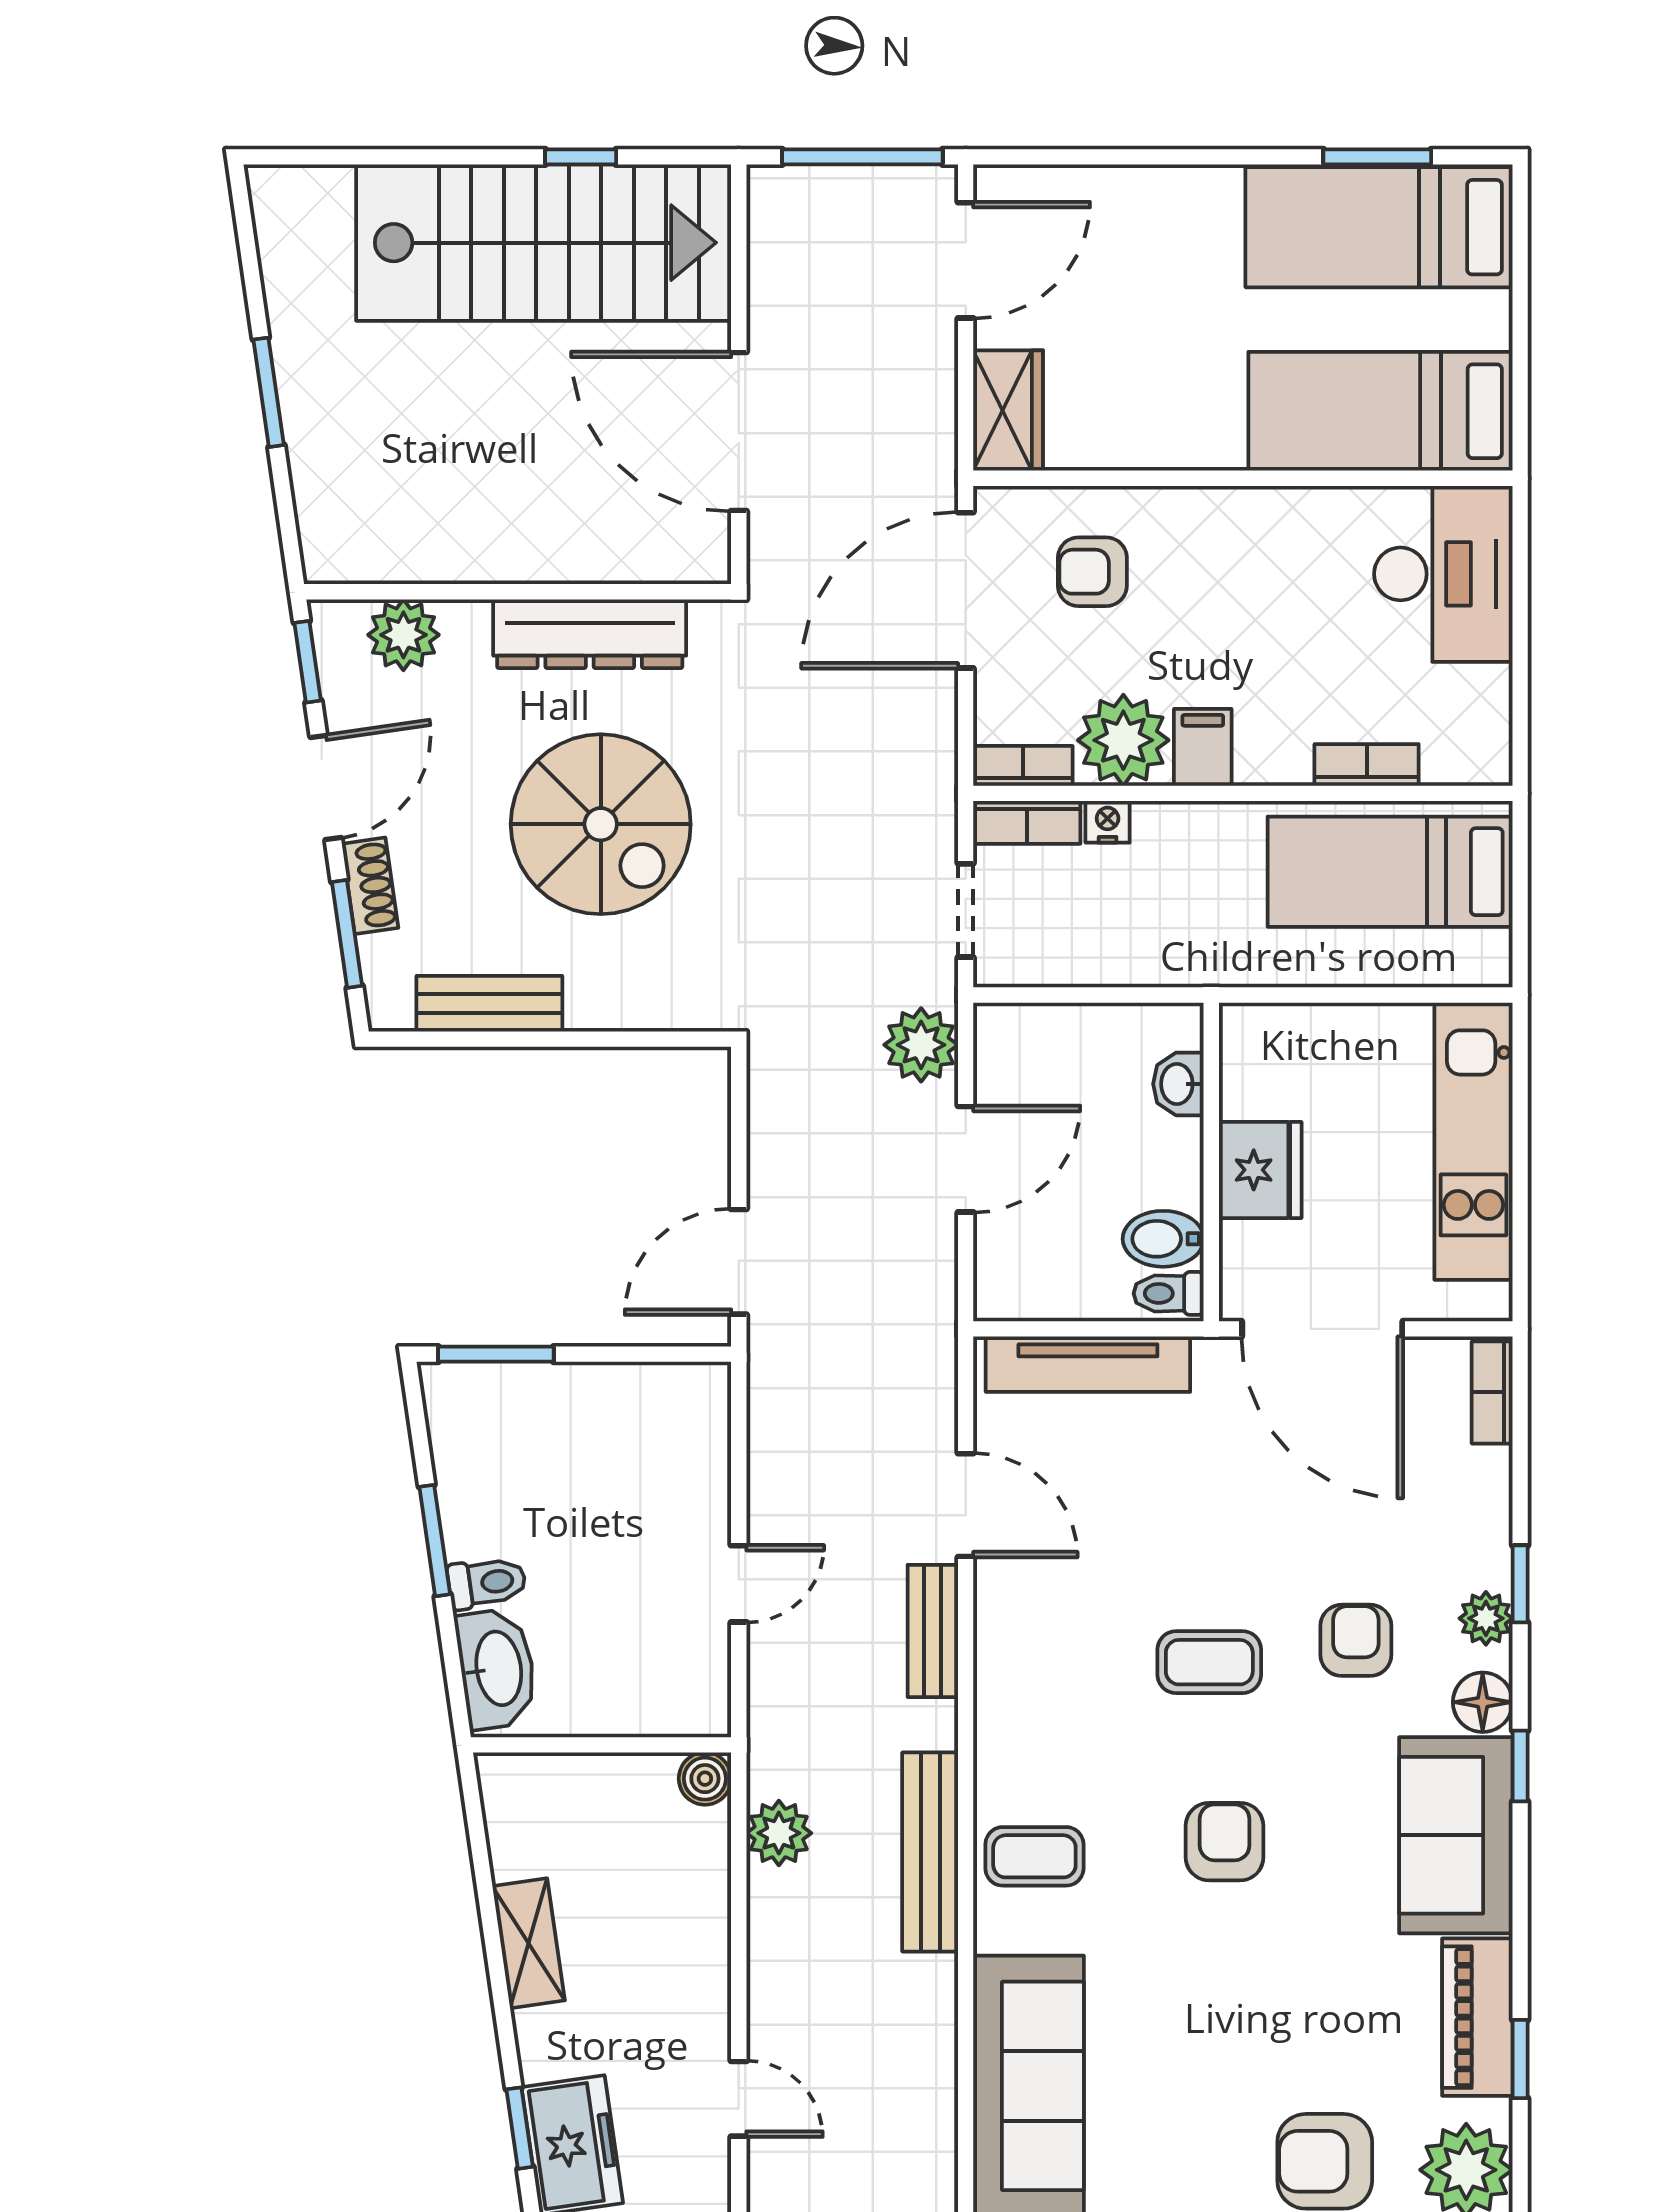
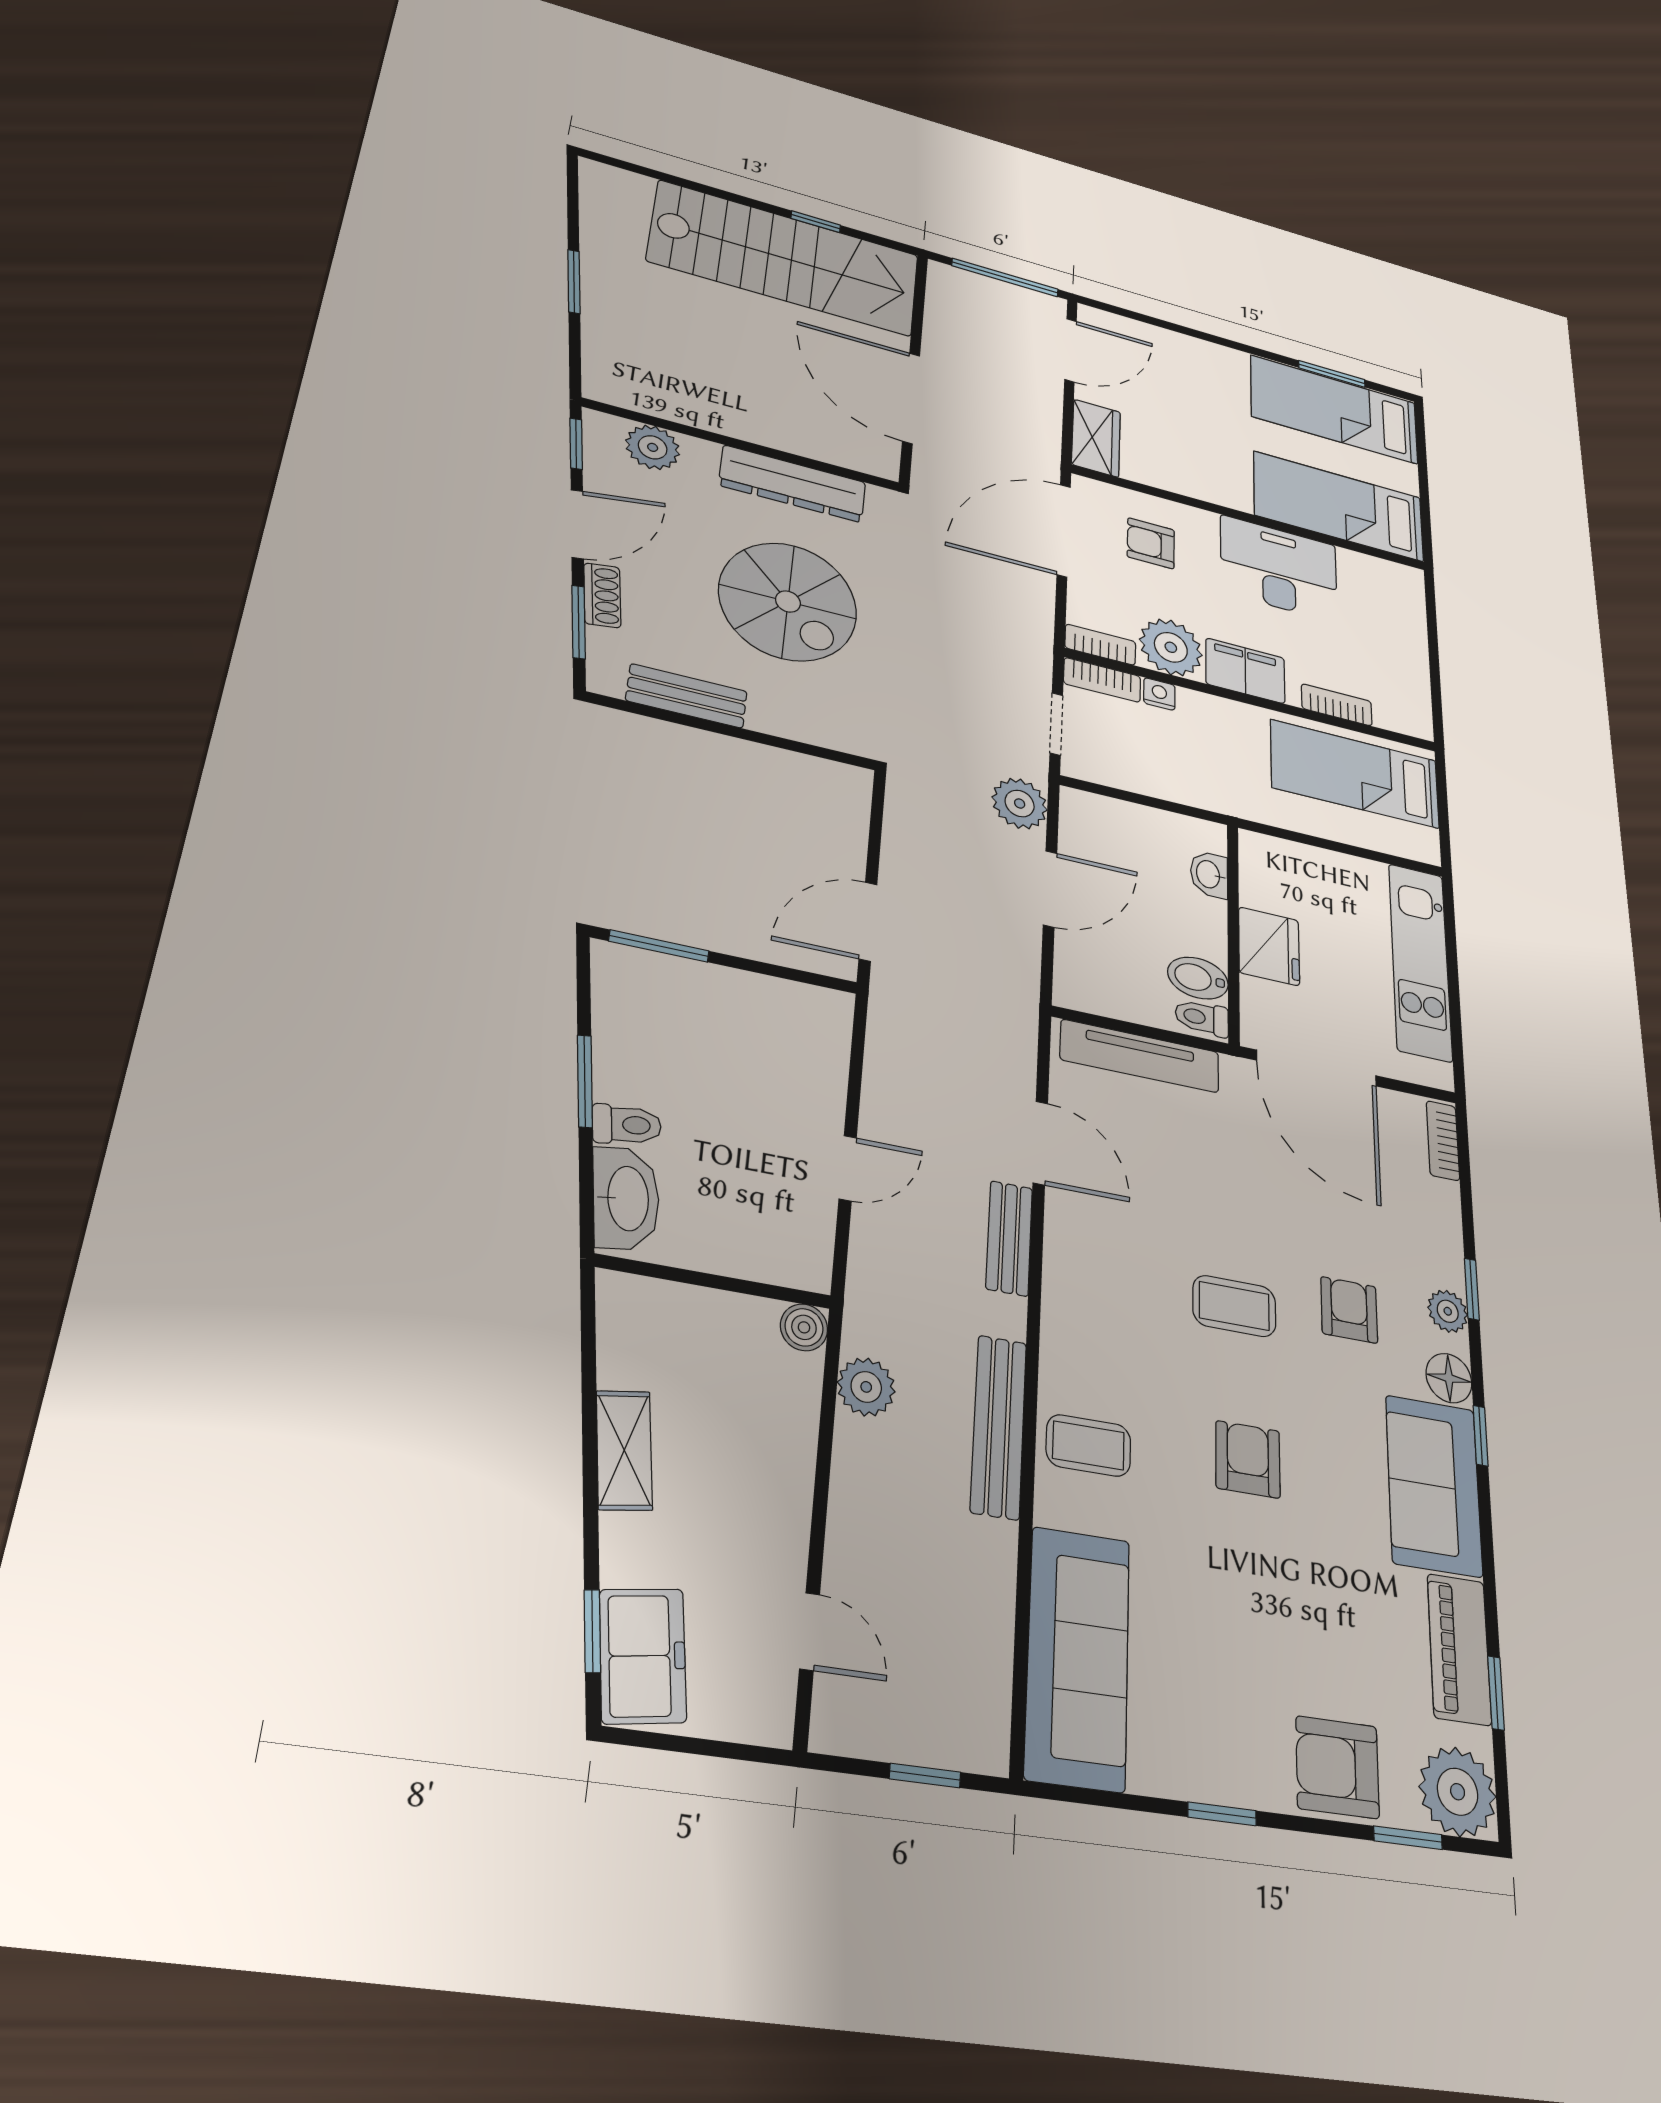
desk: (1443, 574) -> (1279, 569), moved, turned -90
filing cabinet: (1203, 747) -> (1245, 671), width x2.00

